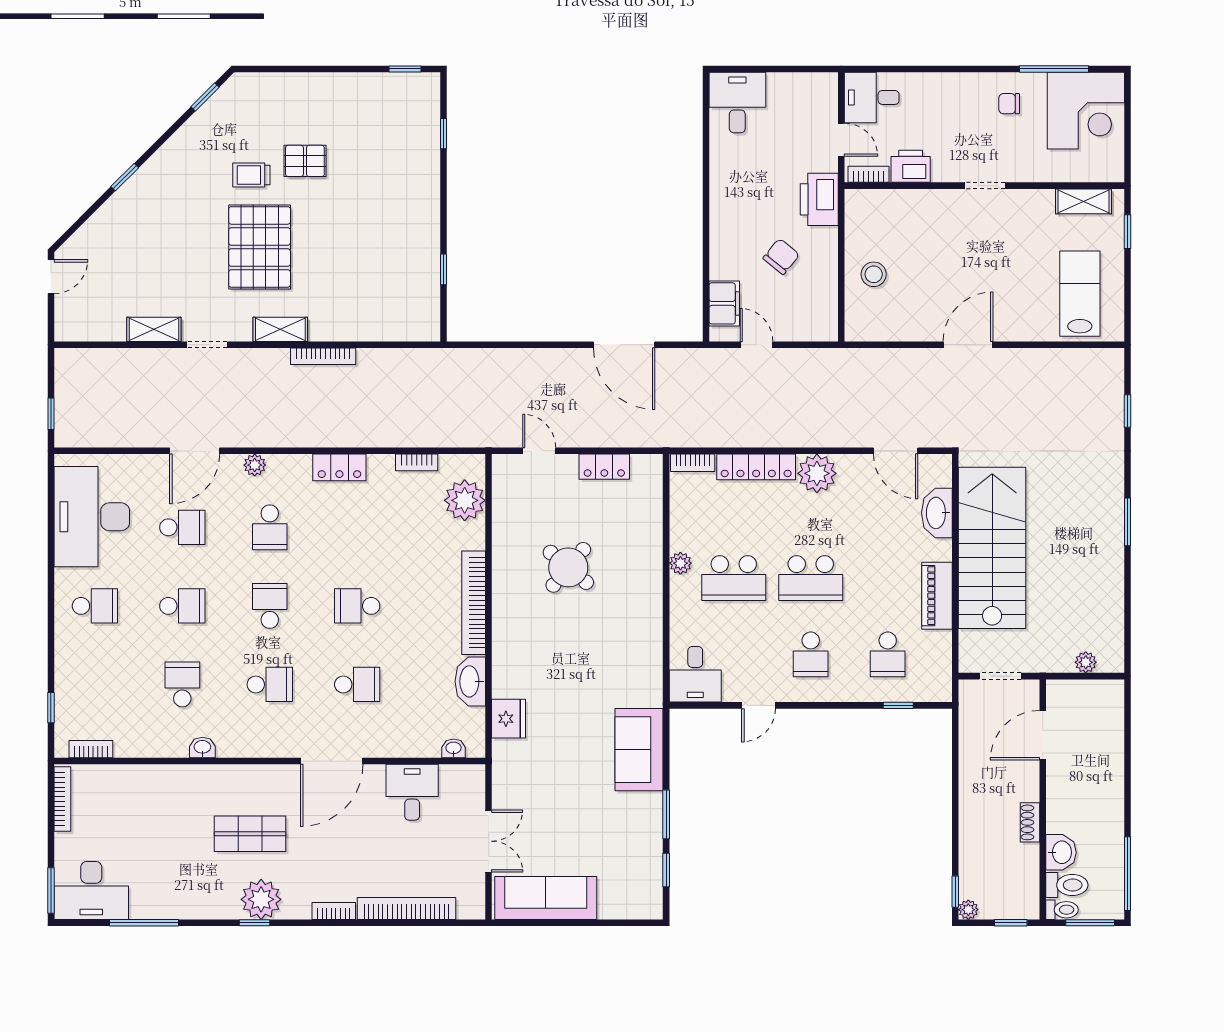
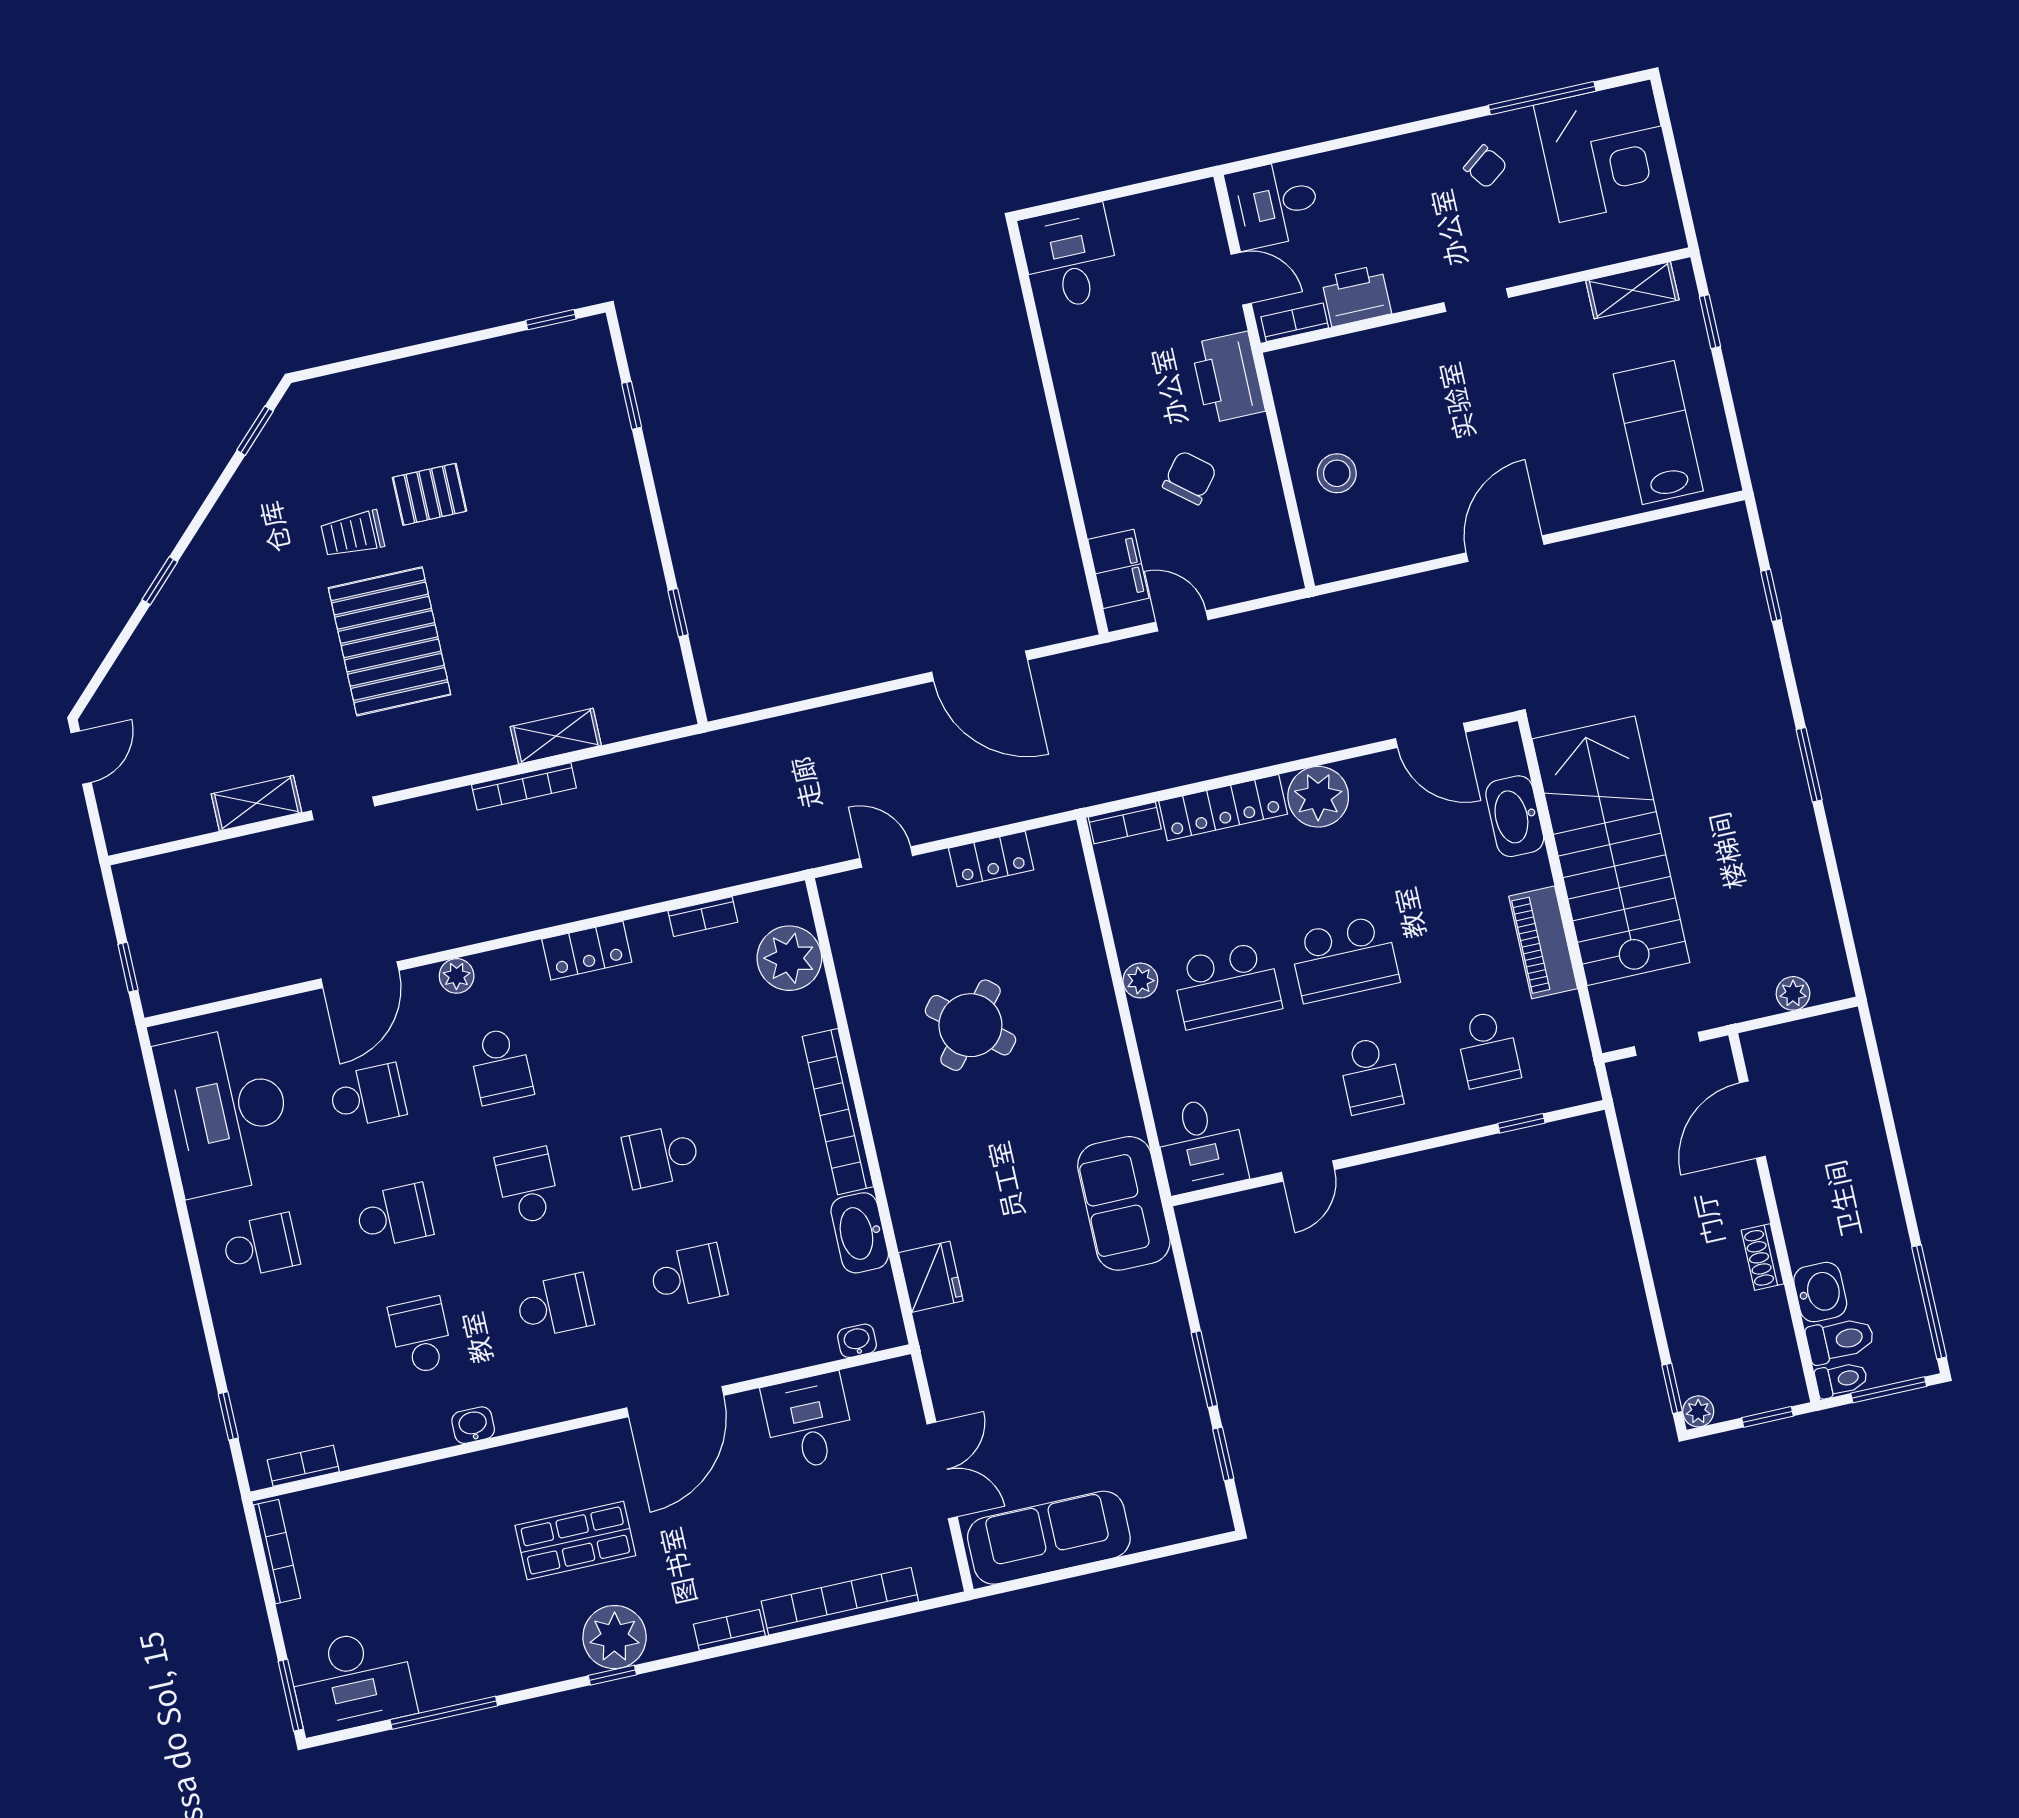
chair: (1009, 104) -> (1485, 166), turned -127
shelving: (280, 329) -> (556, 736), moved
sofa: (639, 750) -> (1124, 1203), moved

